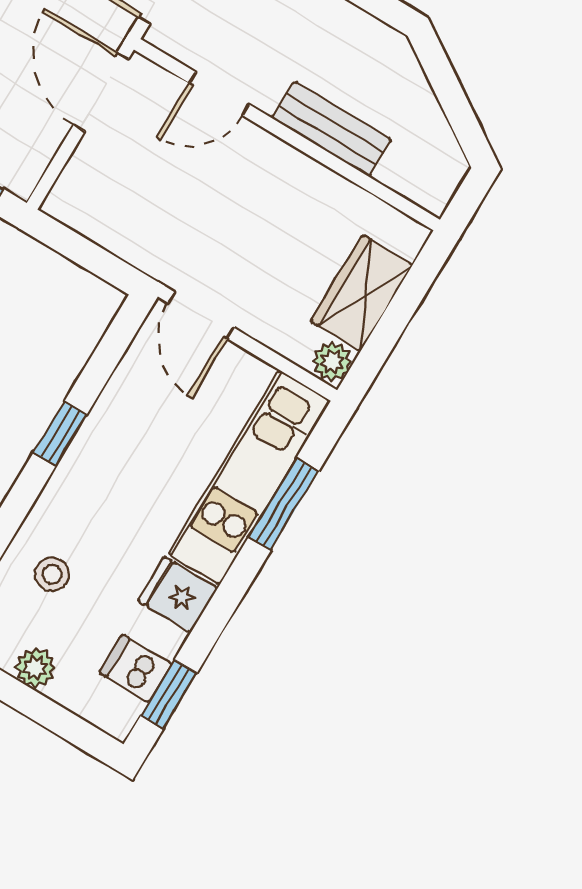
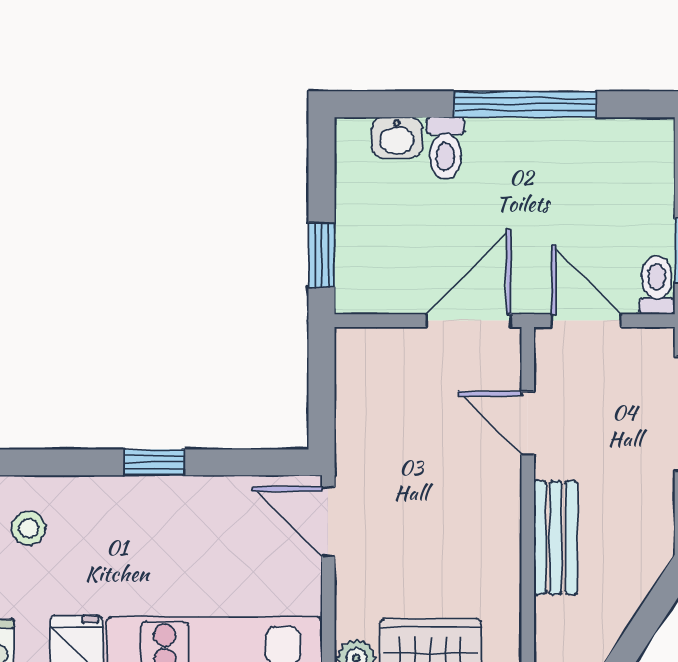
door: (201, 315) -> (328, 522), hinge flipped

